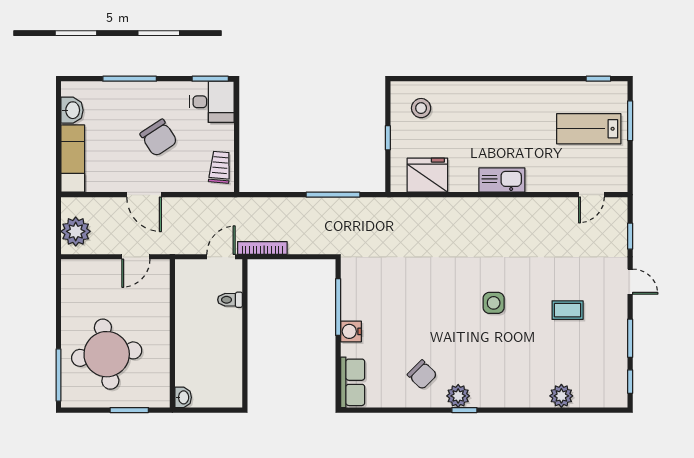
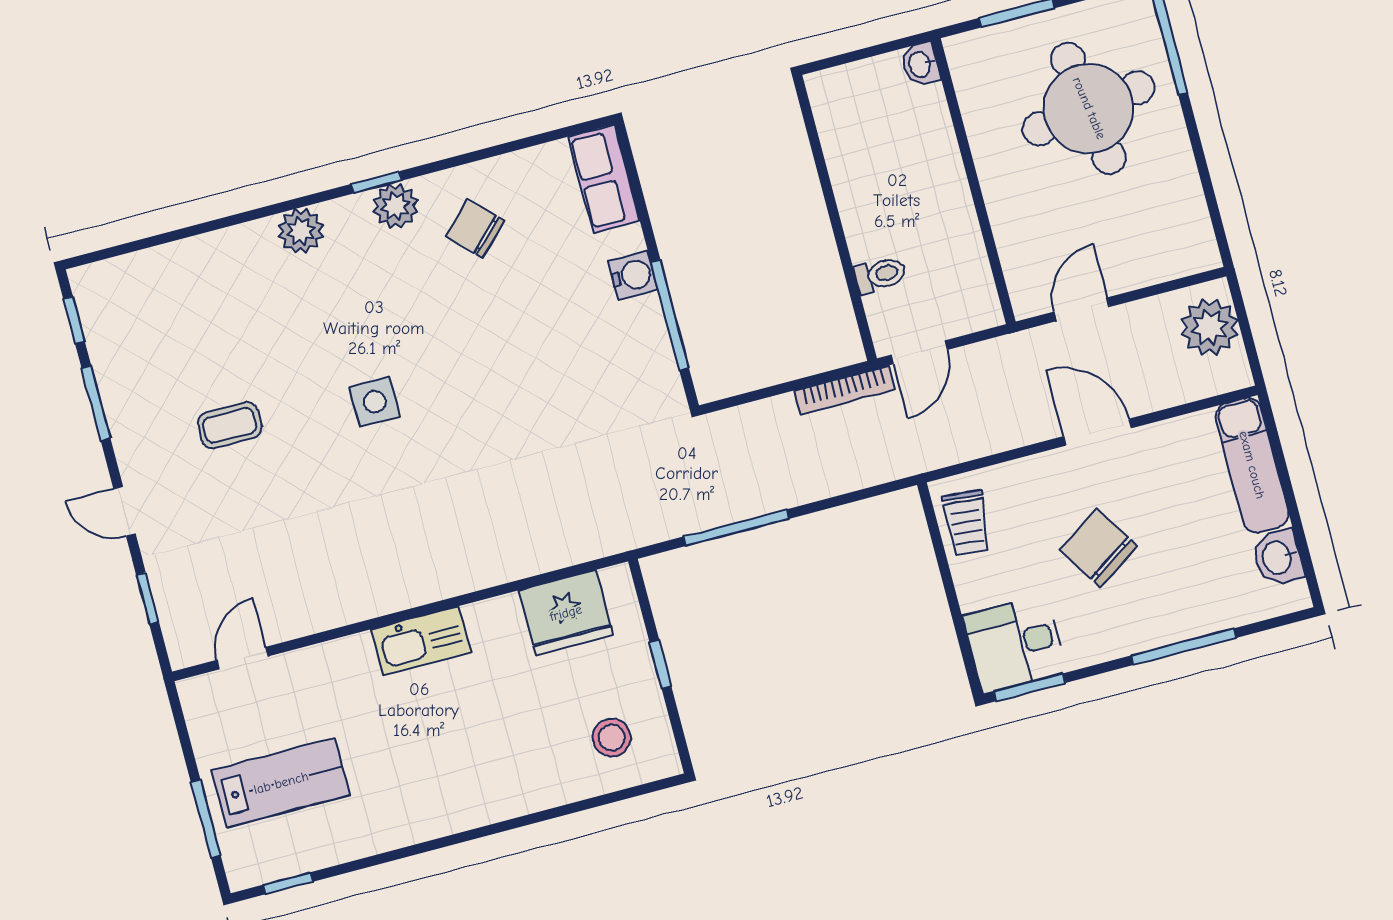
plant: (561, 396) -> (301, 231), moved

